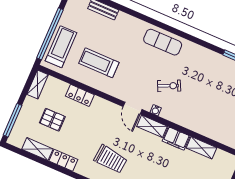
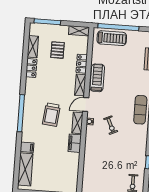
treadmill: (99, 63) -> (97, 78), moved
shelving: (202, 148) -> (80, 85), moved
trolley: (110, 159) -> (51, 115), moved

